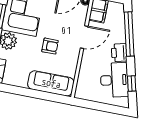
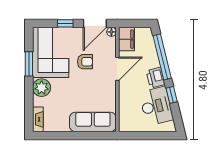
armchair: (50, 46) -> (85, 62), moved
window: (132, 84) -> (172, 95), moved

